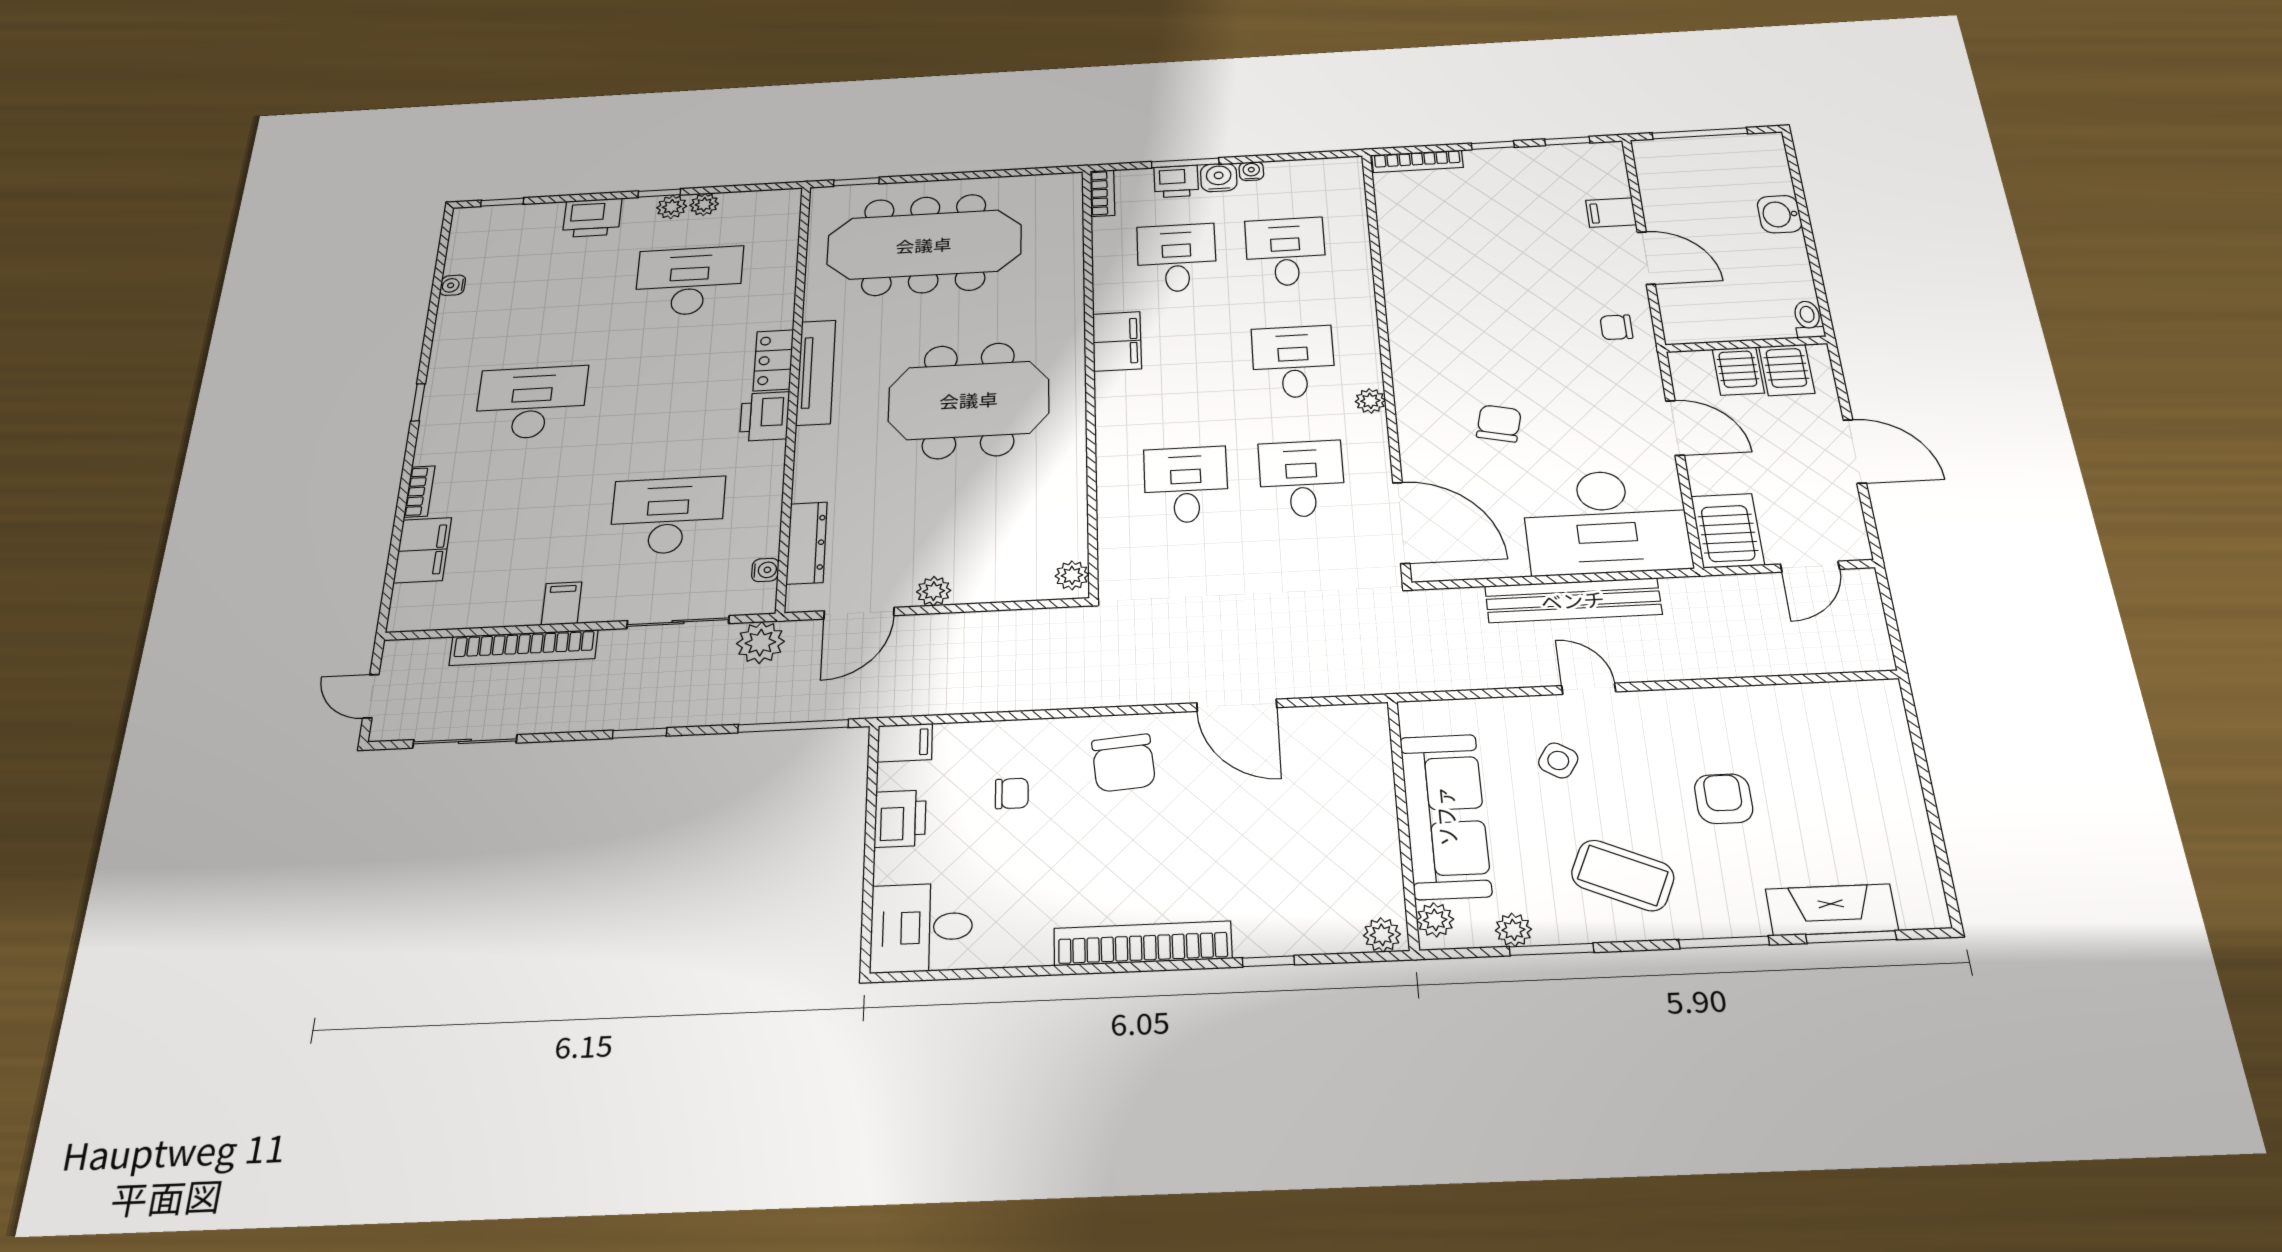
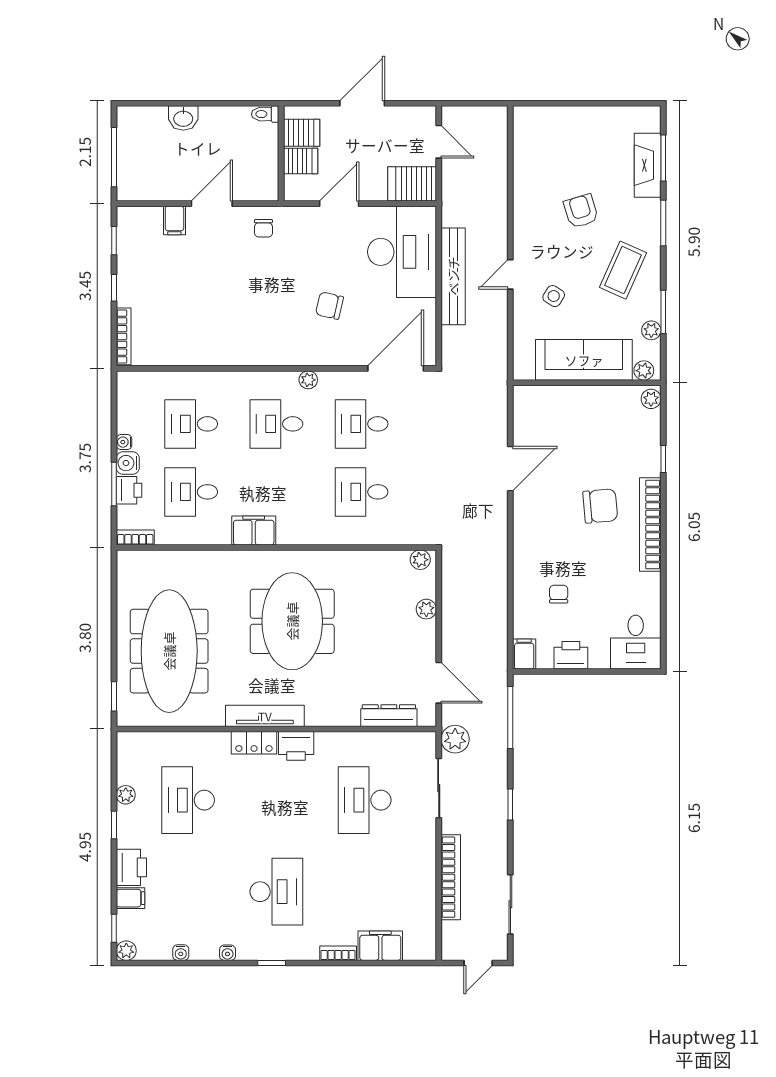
plant: (672, 207) -> (126, 951), moved
desk: (531, 403) -> (276, 892), turned 180
water cooler: (765, 570) -> (228, 953), moved, turned 180
plant: (934, 591) -> (426, 609), moved
filing cabinet: (562, 603) -> (131, 898), moved, turned 180
chair: (1124, 763) -> (600, 506), moved
armchair: (1724, 799) -> (581, 211), turned 73

